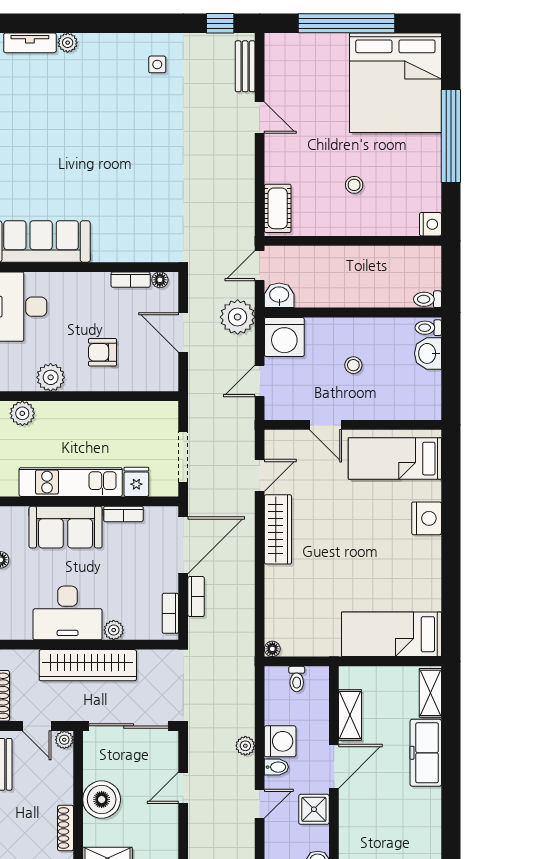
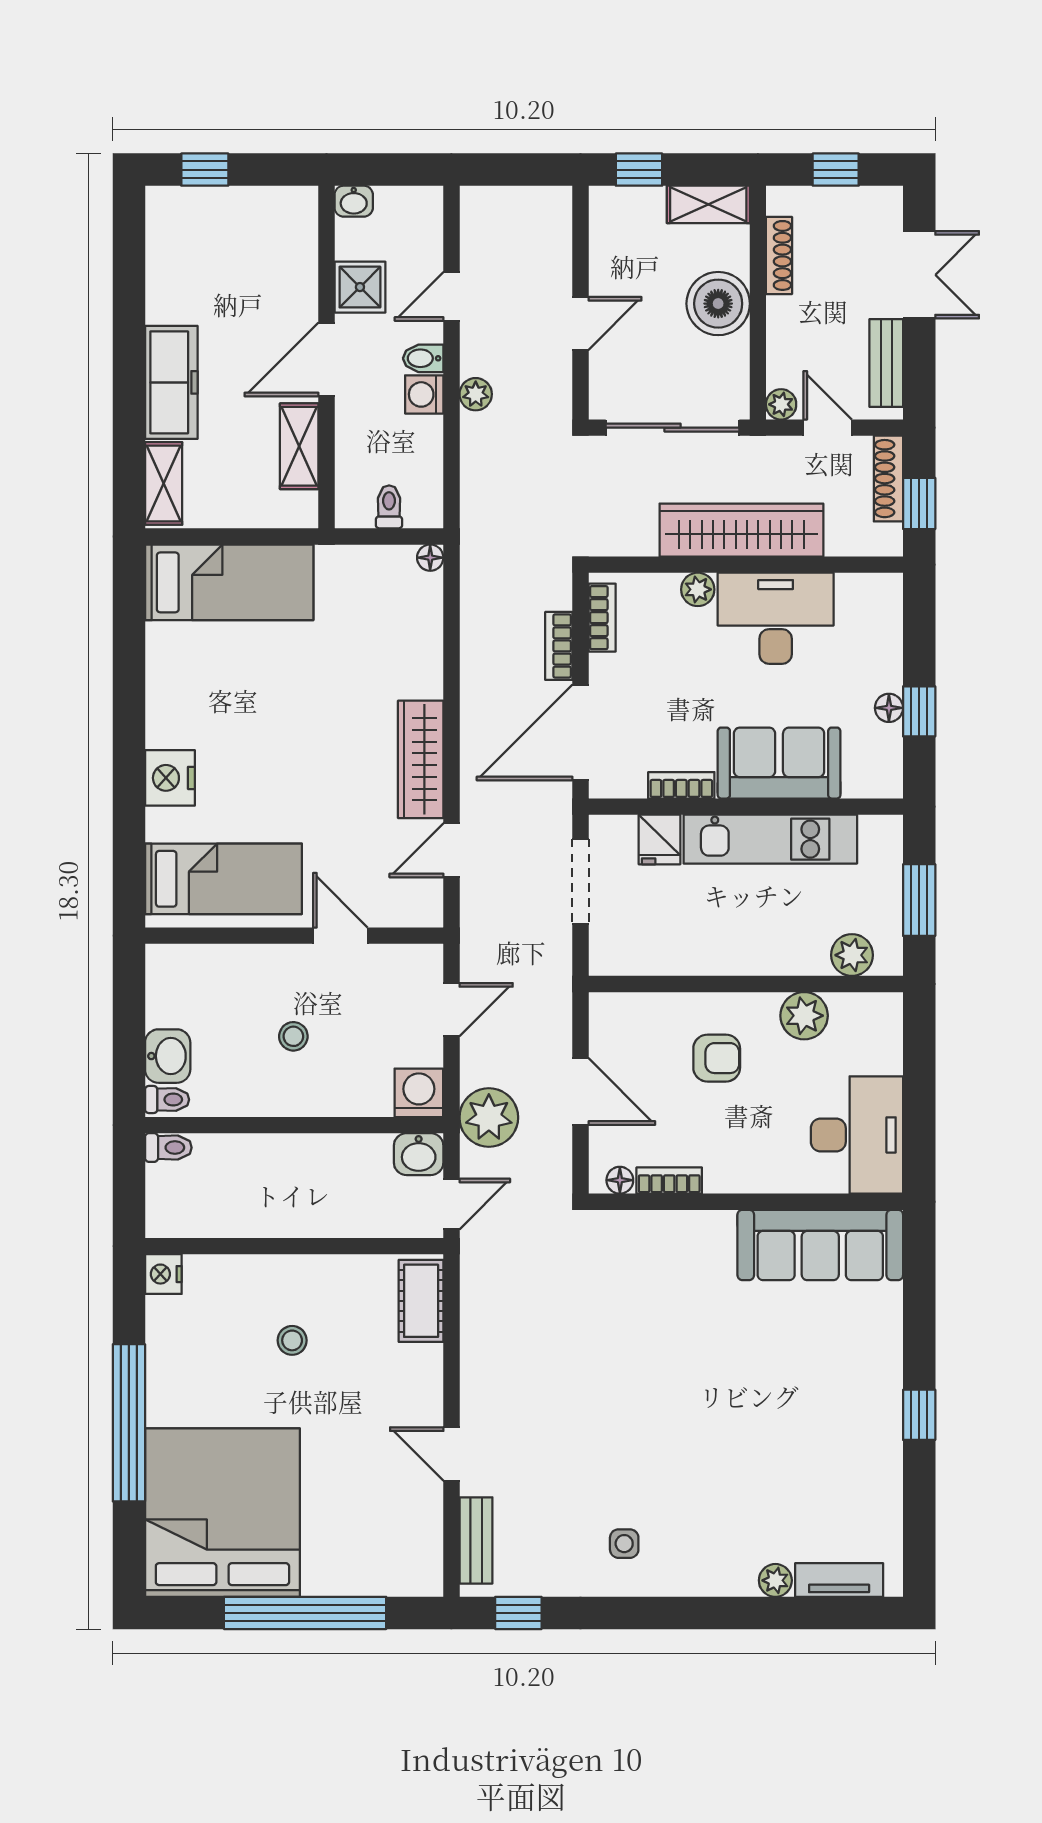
washing machine: (284, 337) -> (419, 1093), width x0.73, depth x0.73
washing machine: (280, 741) -> (424, 394), width x0.73, depth x0.73

